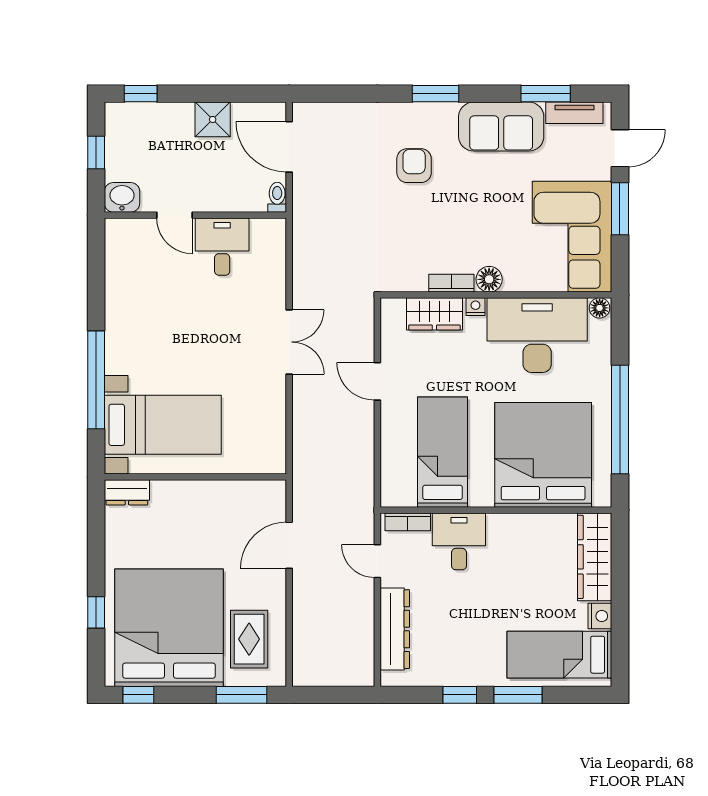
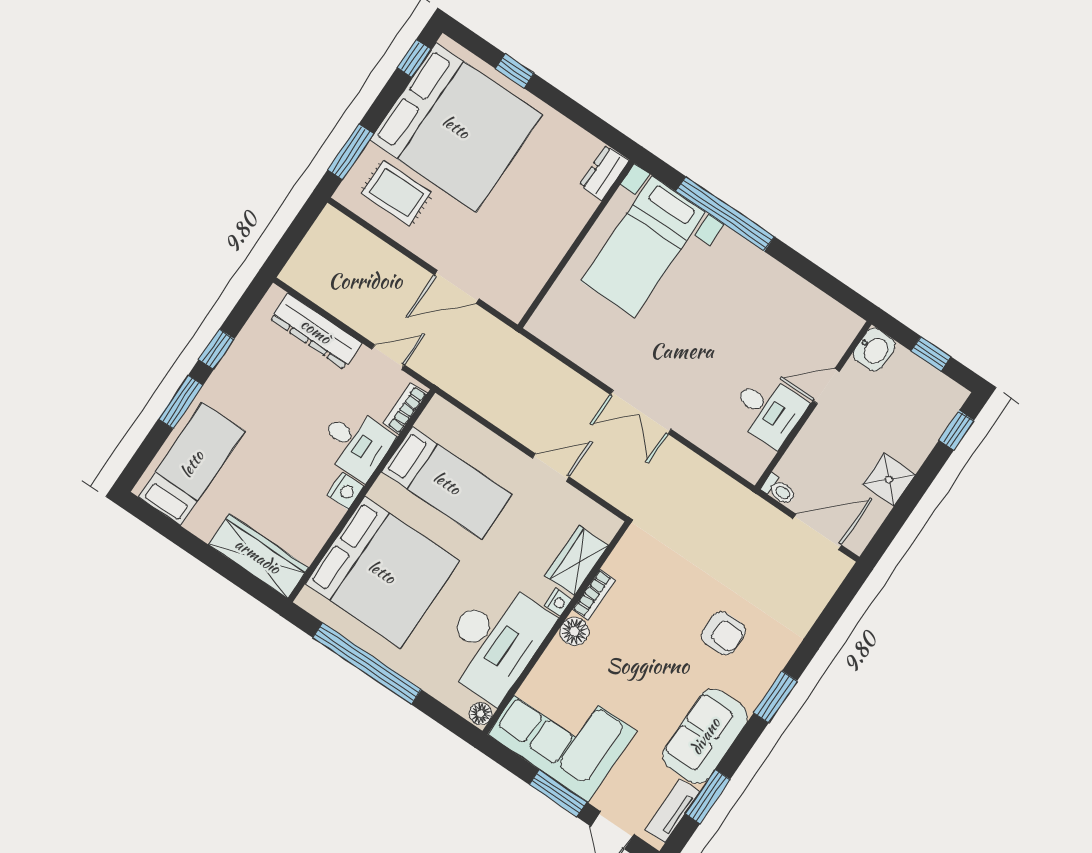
door: (289, 545) -> (457, 287), swing flipped
nightstand: (600, 616) -> (345, 491), moved, turned -90

